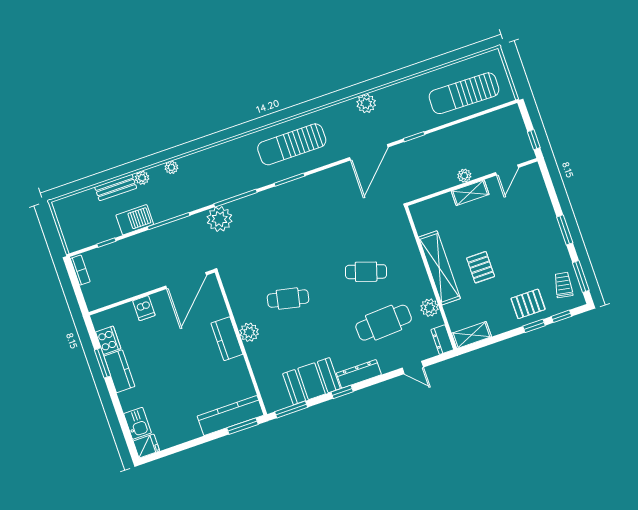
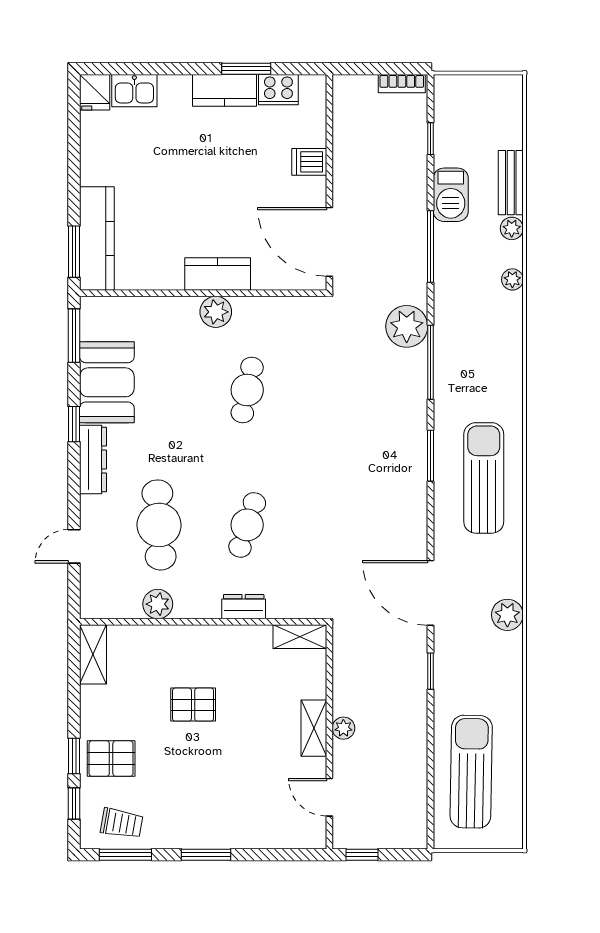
shelving: (439, 268) -> (300, 637), moved, width x0.45, depth x0.75
pallet: (528, 304) -> (111, 758), turned 90
dresser: (442, 340) -> (244, 607), moved

